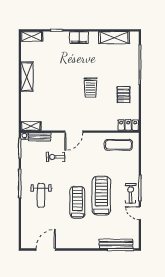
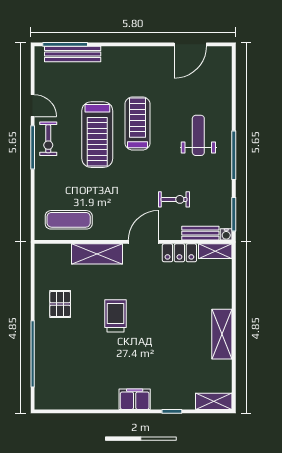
shelving: (114, 38) -> (97, 254), moved
locker: (128, 125) -> (179, 253), moved
treadmill: (77, 202) -> (138, 123), turned 180

